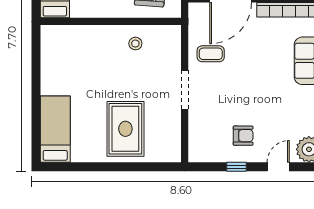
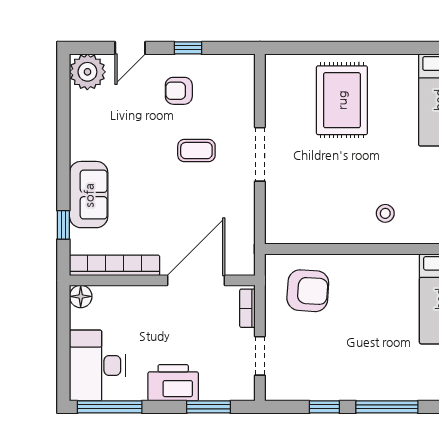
stool: (135, 44) -> (385, 213), moved
coffee table: (211, 54) -> (196, 151), moved

